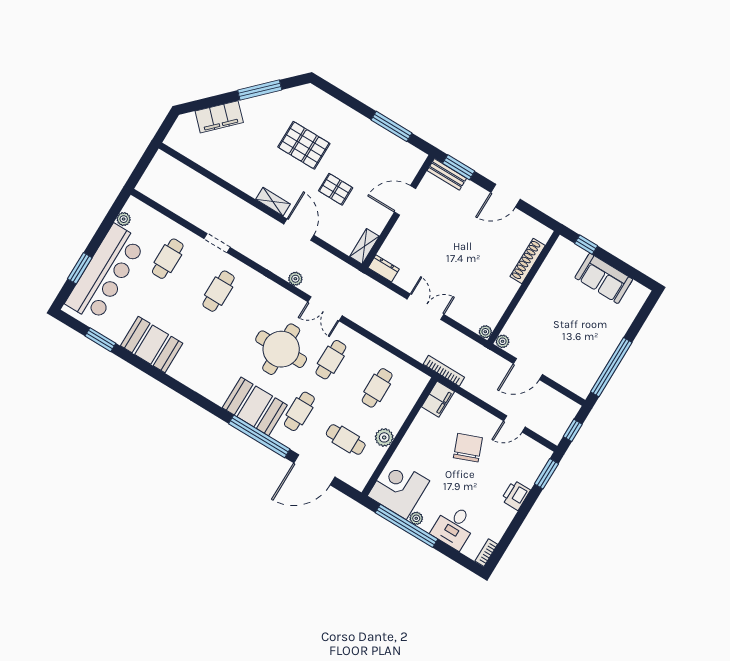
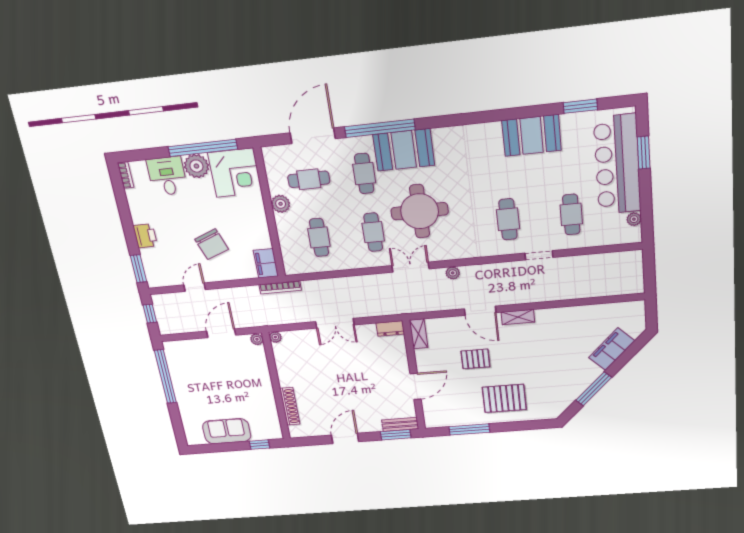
pallet: (304, 145) -> (504, 398), moved
plant: (416, 518) -> (196, 166), width x1.88, depth x1.88

